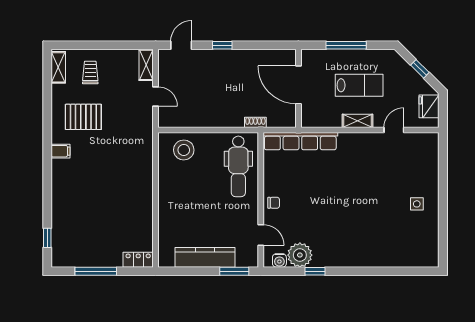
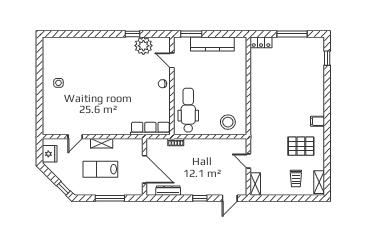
dresser: (266, 56) -> (168, 191), added
window: (420, 69) -> (63, 188), moved
row of seats: (300, 141) -> (150, 129), width x0.73
water cooler: (279, 260) -> (158, 42), removed

